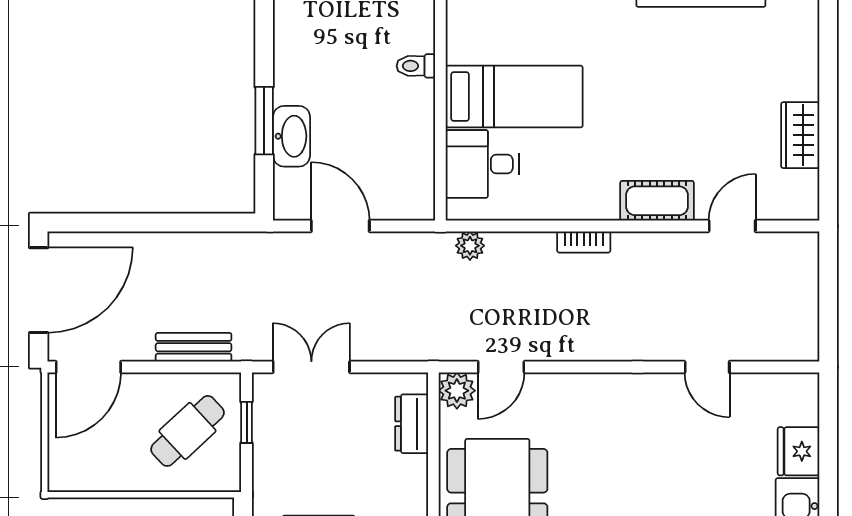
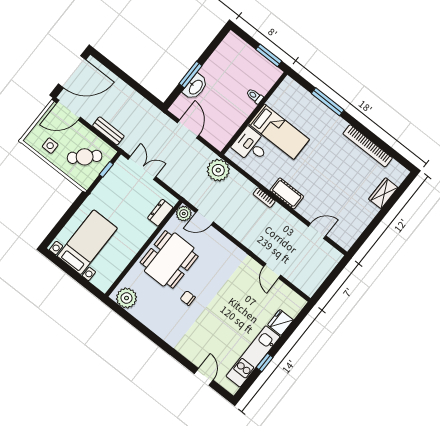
wardrobe: (800, 135) -> (383, 193), moved
cot: (657, 201) -> (287, 193), moved
plant: (470, 246) -> (218, 170), width x1.88, depth x1.88
side table: (107, 461) -> (50, 146), added

